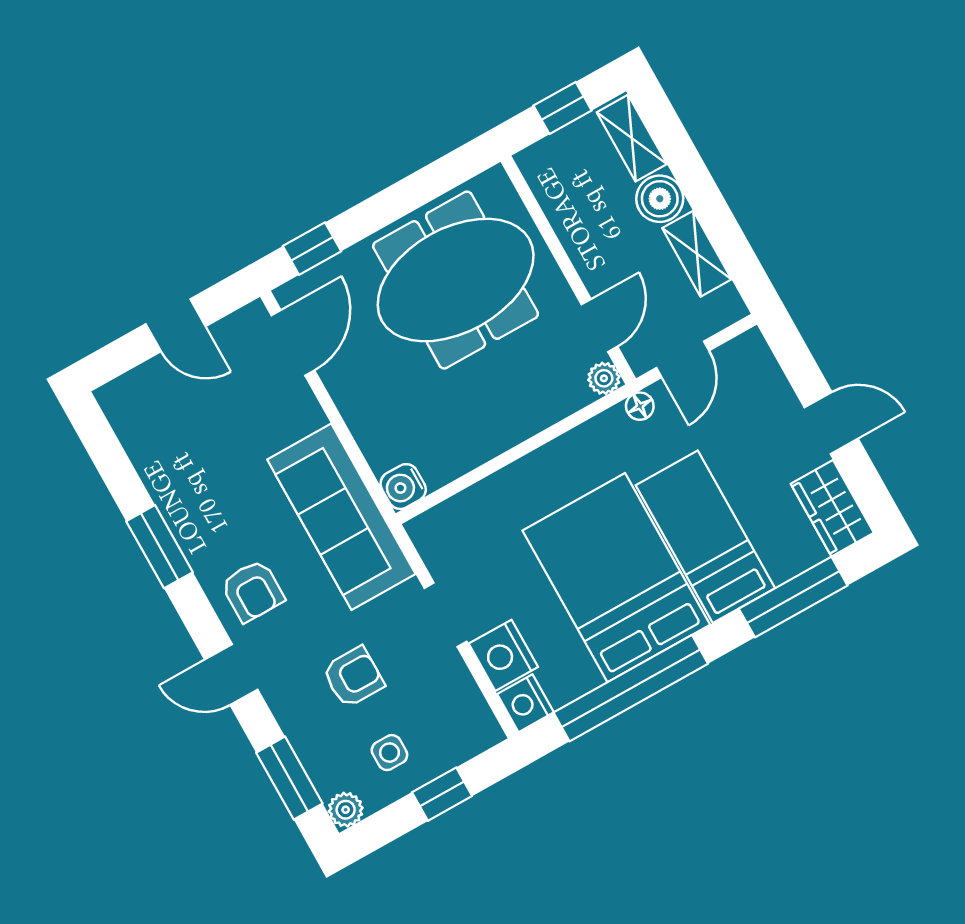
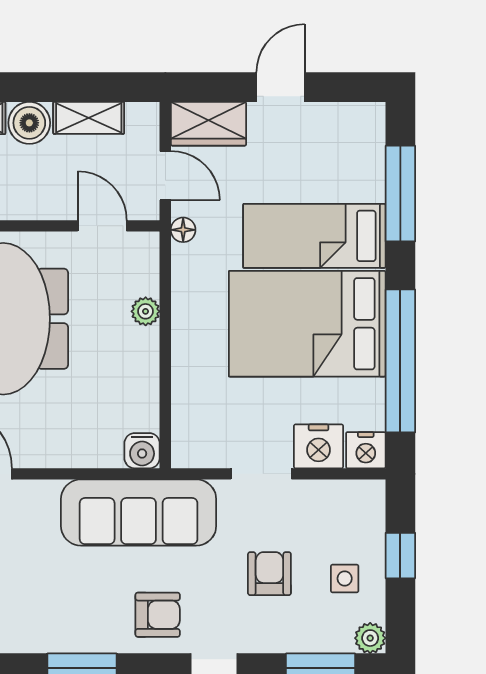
plant: (604, 378) -> (146, 311), moved
wardrobe: (832, 508) -> (208, 124), moved

